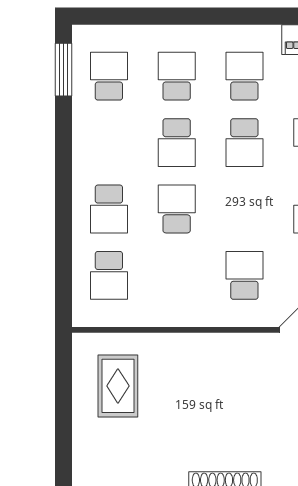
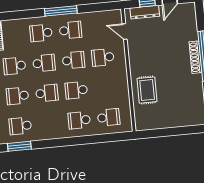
school desk: (109, 209) -> (79, 120), turned 180
school desk: (244, 209) -> (73, 60), added
rug: (118, 386) -> (147, 90), moved, turned 90

